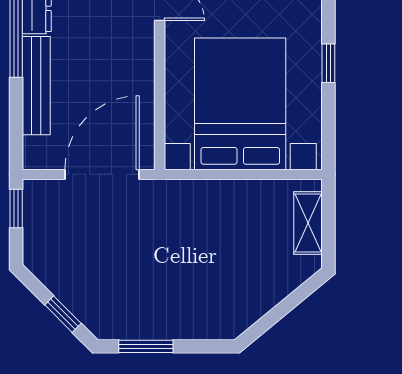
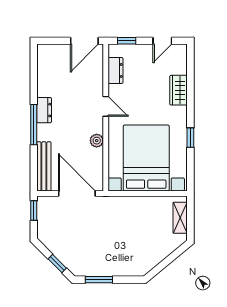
plant: (141, 69) -> (97, 141), added
bench: (36, 86) -> (44, 166), moved
door: (102, 174) -> (77, 193), hinge flipped

